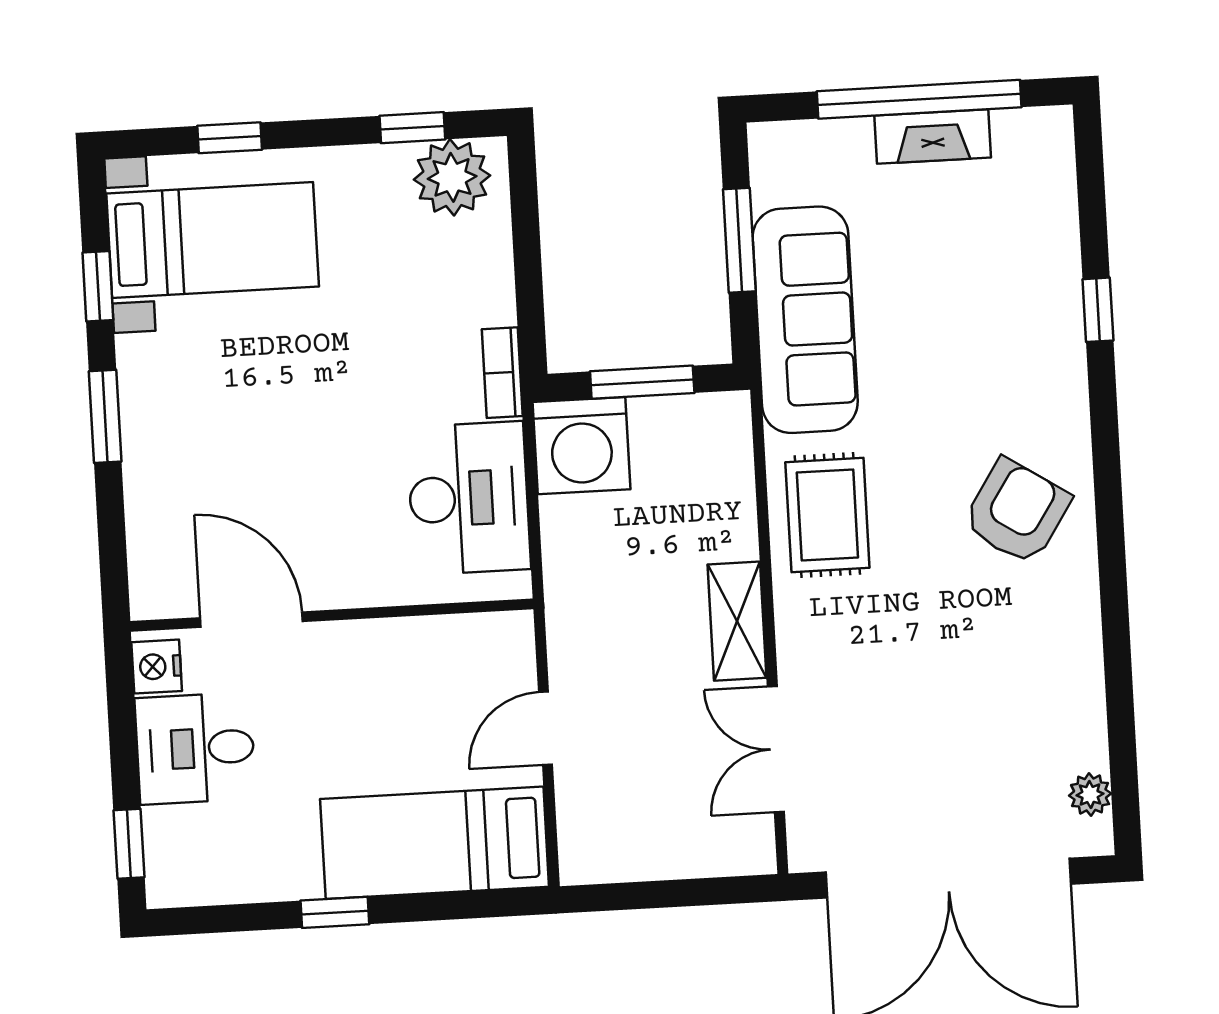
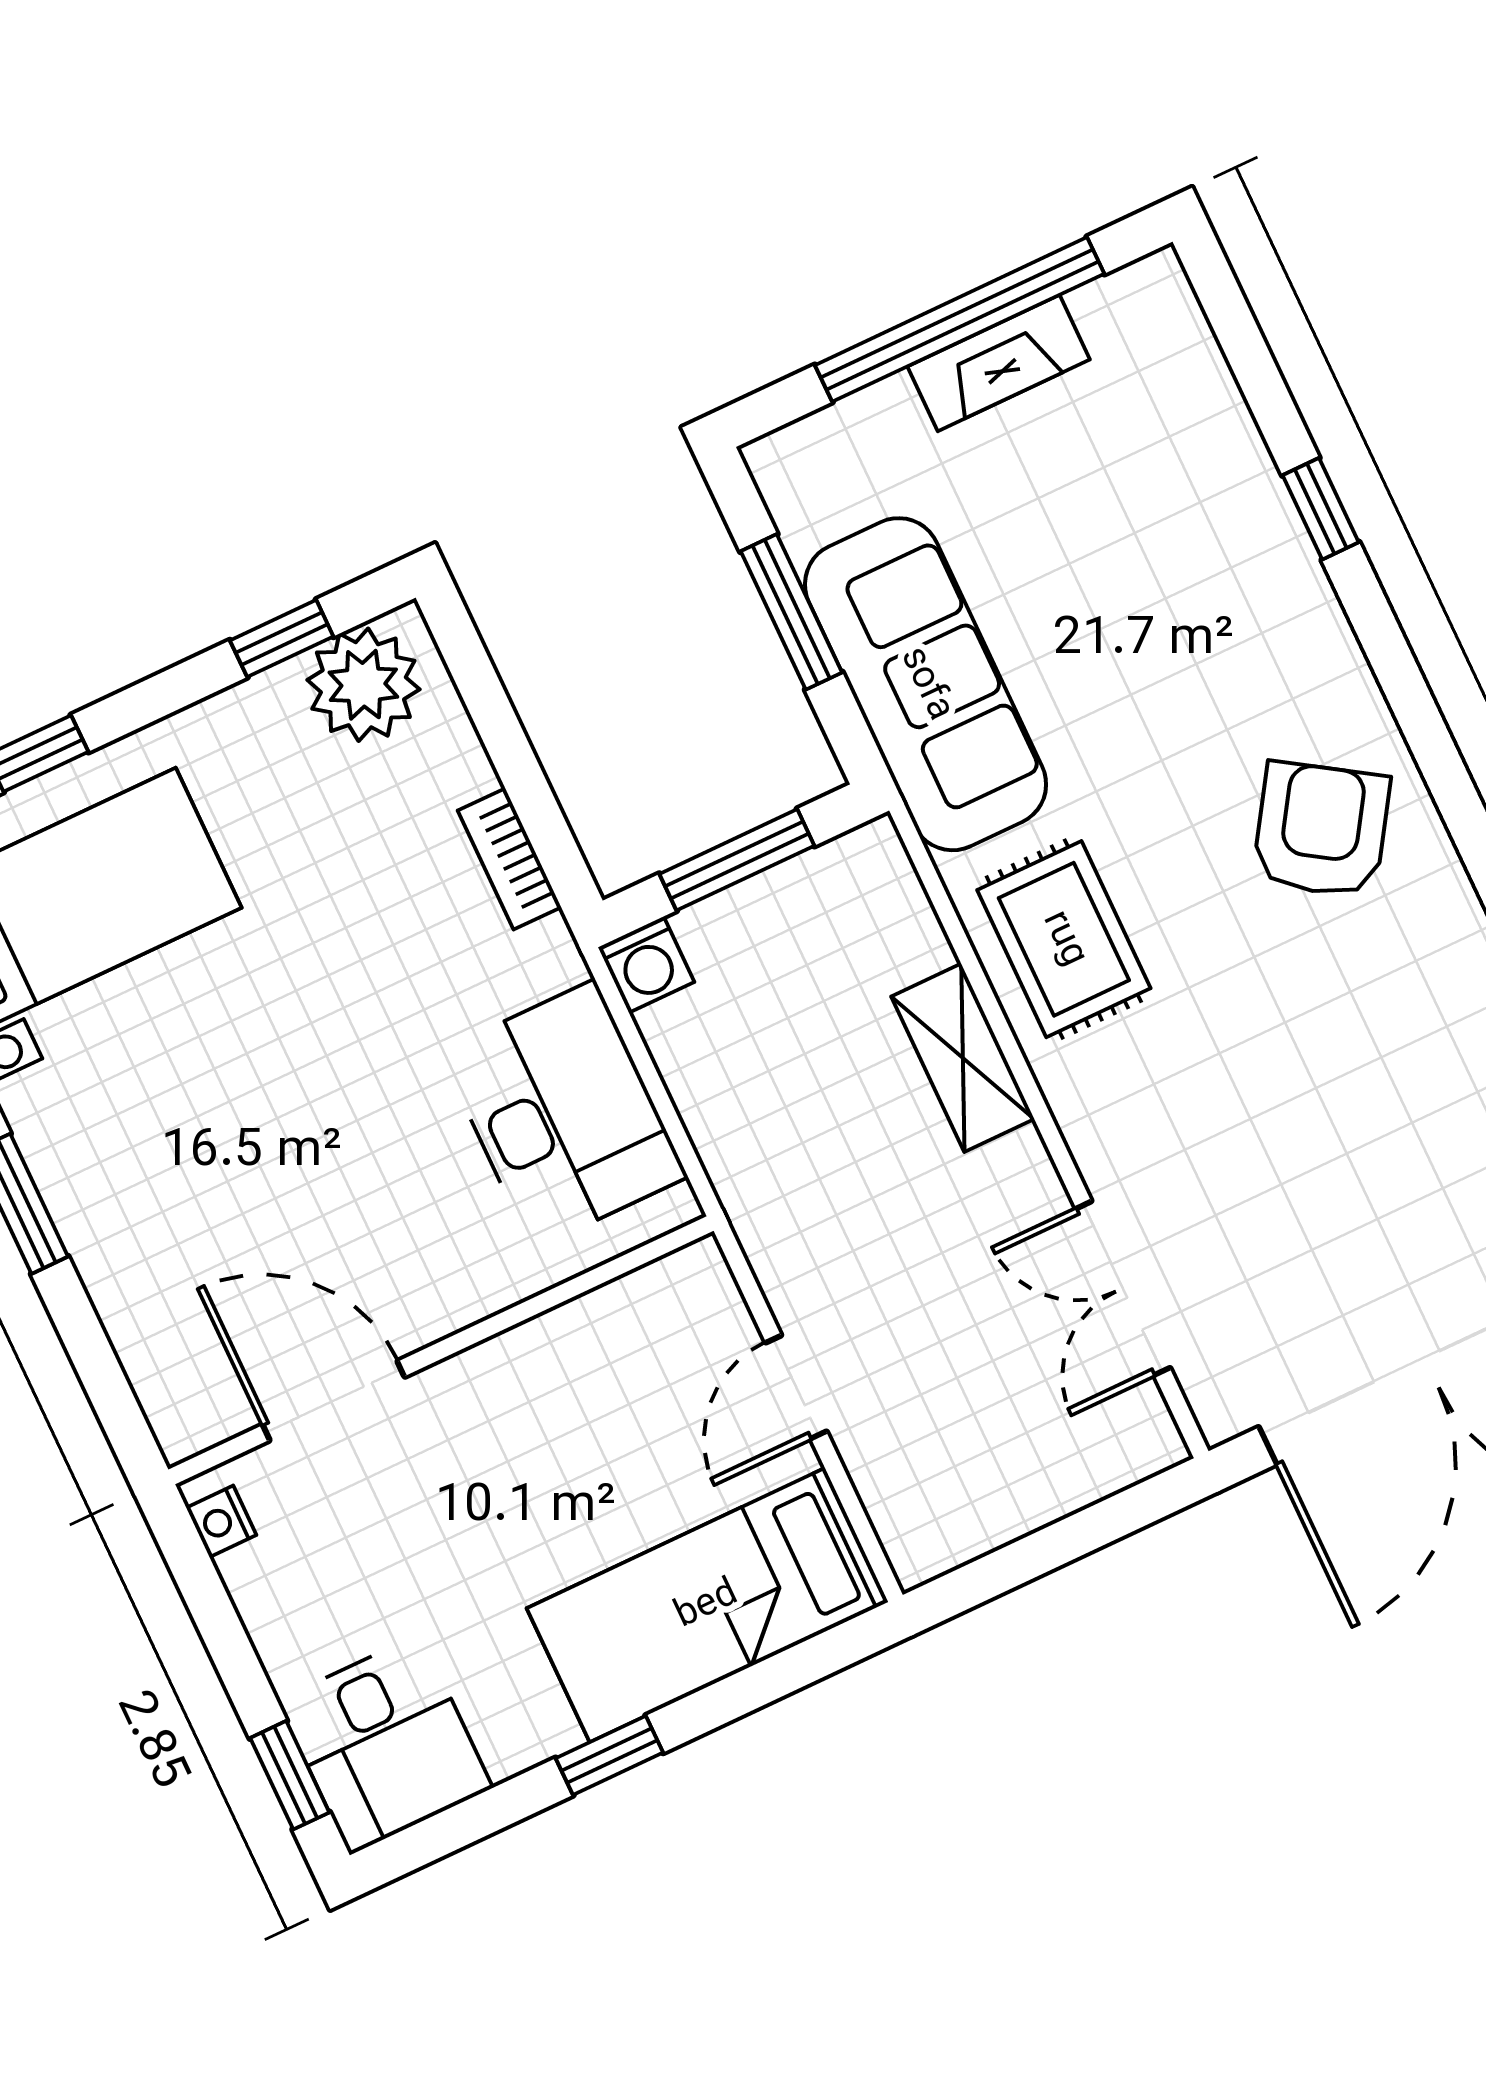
bookcase: (502, 373) -> (510, 859), moved
washing machine: (582, 446) -> (646, 965), width x0.53, depth x0.53
shelving: (737, 621) -> (963, 1058), moved
nightstand: (157, 667) -> (221, 1521), width x0.72, depth x0.74
desk: (195, 748) -> (385, 1744), moved, turned -90

